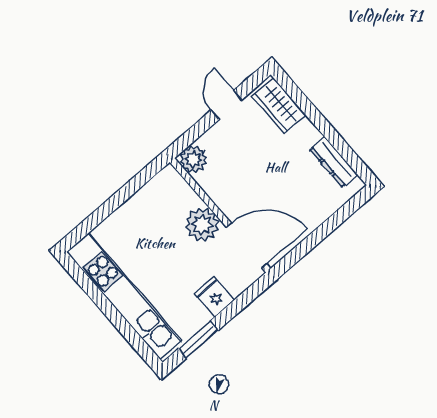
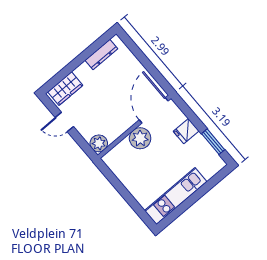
kitchen unit: (124, 296) -> (176, 196), width x0.73

